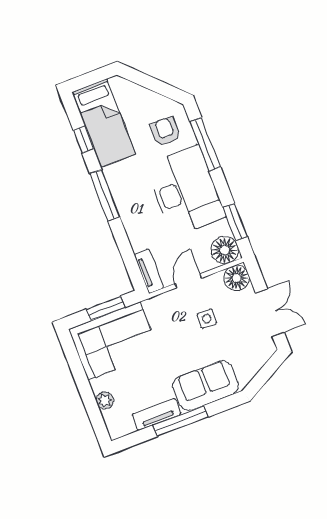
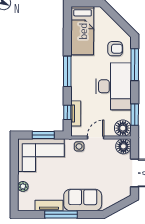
armchair: (165, 132) -> (115, 49), turned 90
window: (83, 139) -> (67, 112), moved
tv unit: (149, 271) -> (76, 113), moved
side table: (207, 319) -> (79, 146), moved

